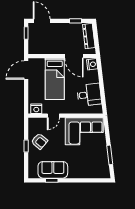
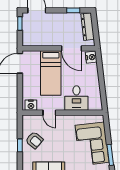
desk: (89, 95) -> (76, 98), moved, turned 97
door: (53, 116) -> (49, 113), hinge flipped
corner sofa: (84, 131) -> (92, 144), moved, turned 83

